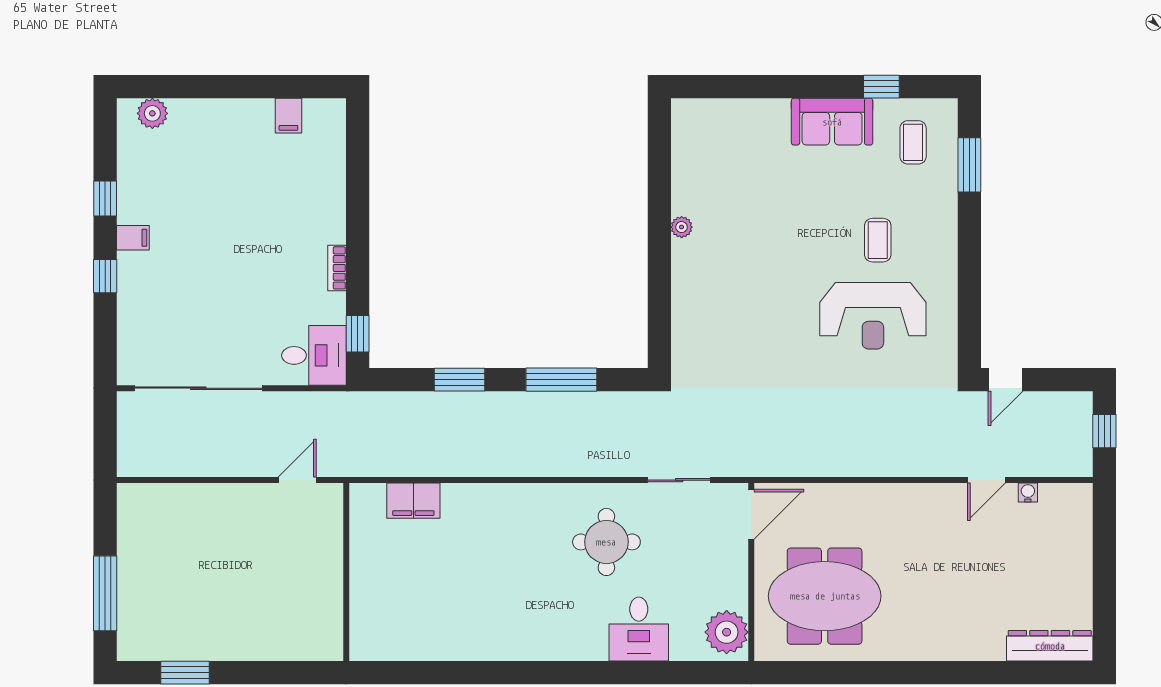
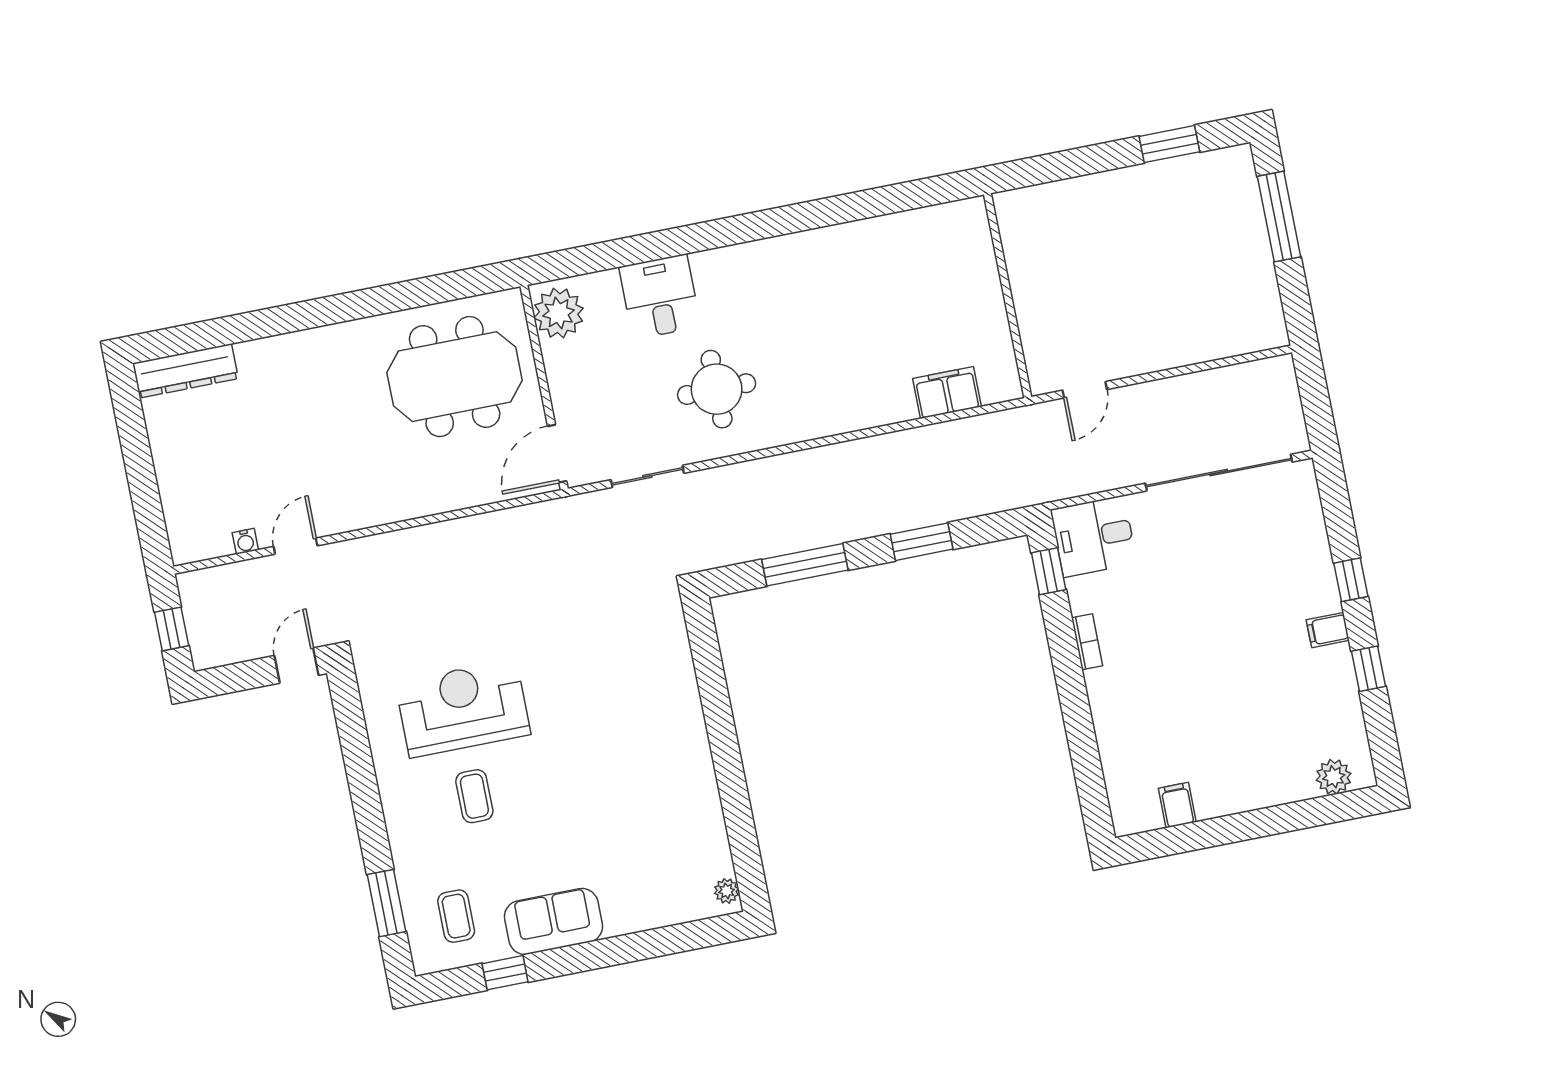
plant: (682, 227) -> (727, 891), moved

